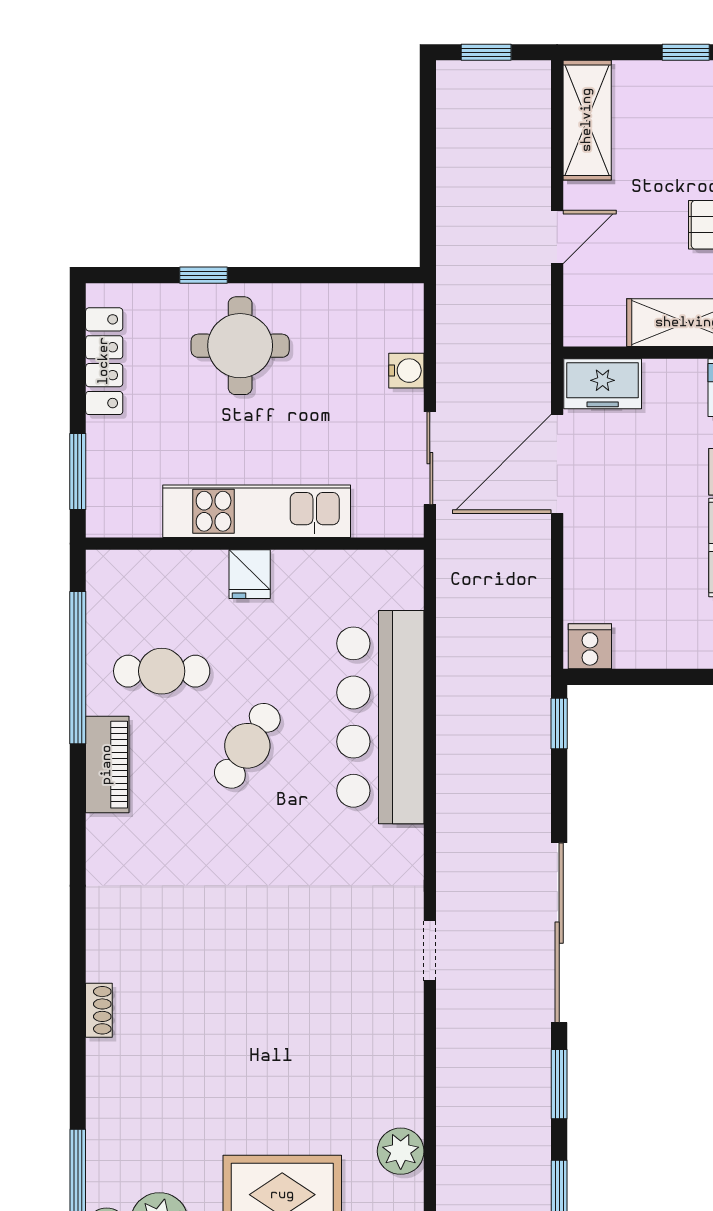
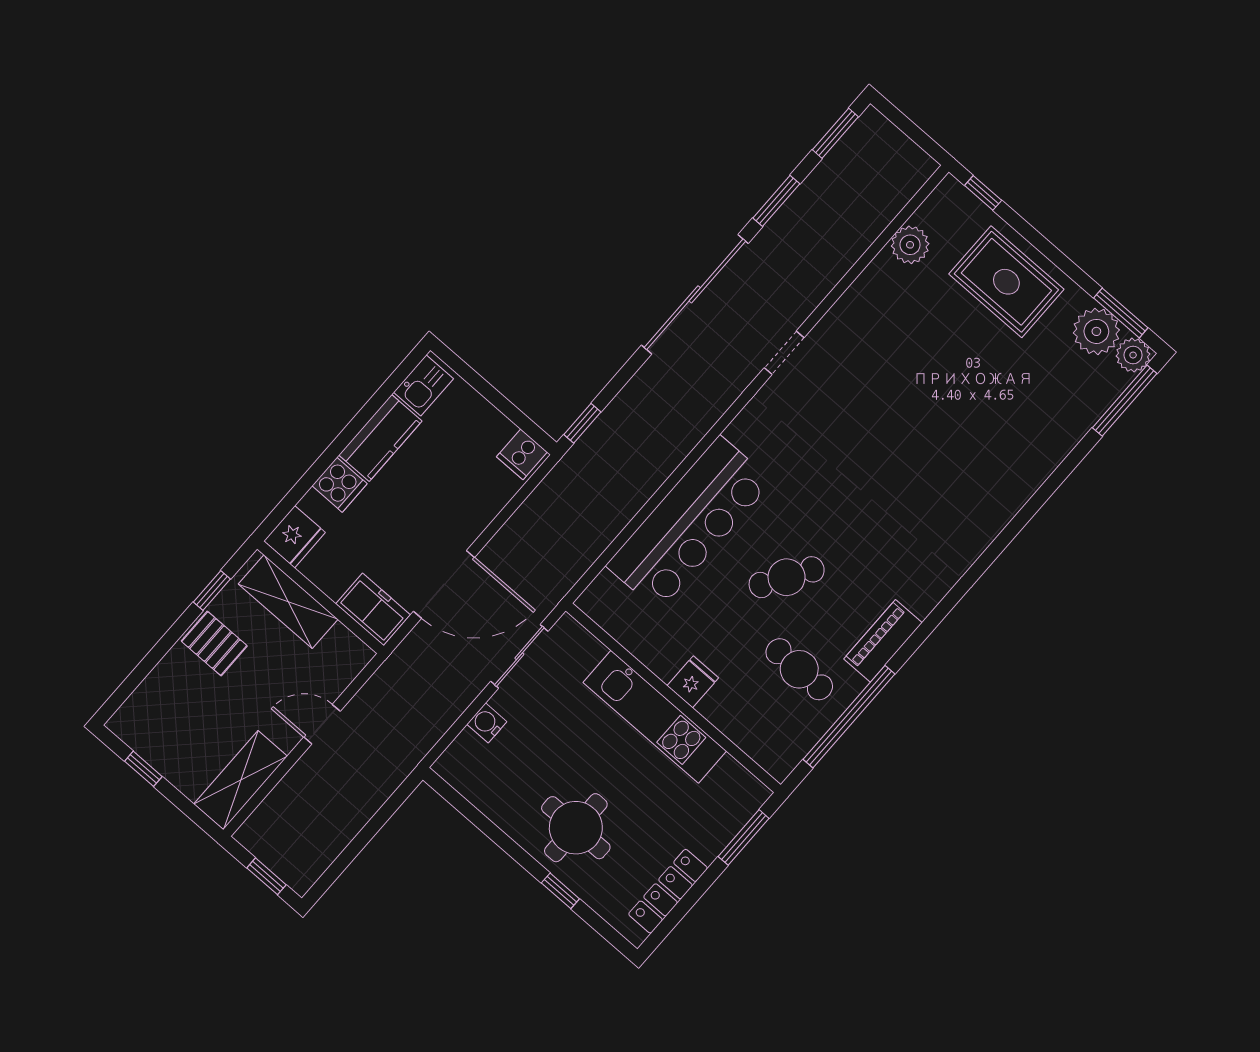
shoe rack: (99, 1010) -> (1020, 494), removed

